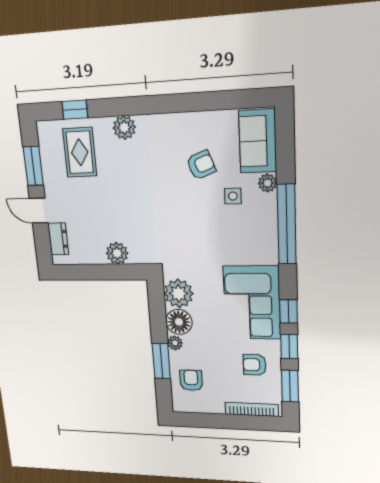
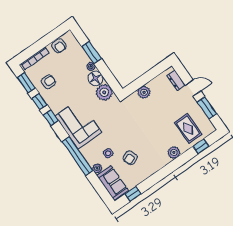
window: (235, 99) -> (133, 194), added
corner sofa: (252, 303) -> (78, 124), moved
armchair: (191, 380) -> (59, 46), moved

